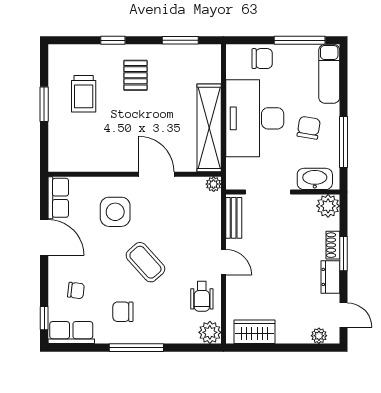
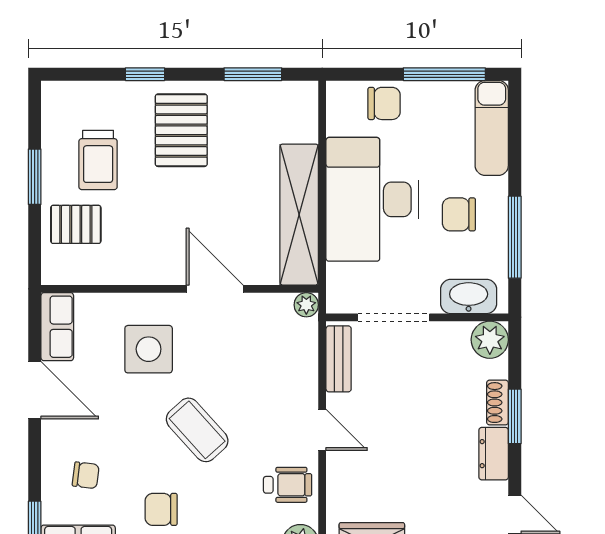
pallet: (136, 75) -> (181, 130), width x1.50, depth x1.42
chair: (309, 128) -> (459, 214), turned -99
pallet: (70, 134) -> (76, 224), added
wheelchair: (202, 296) -> (288, 485), turned -90

